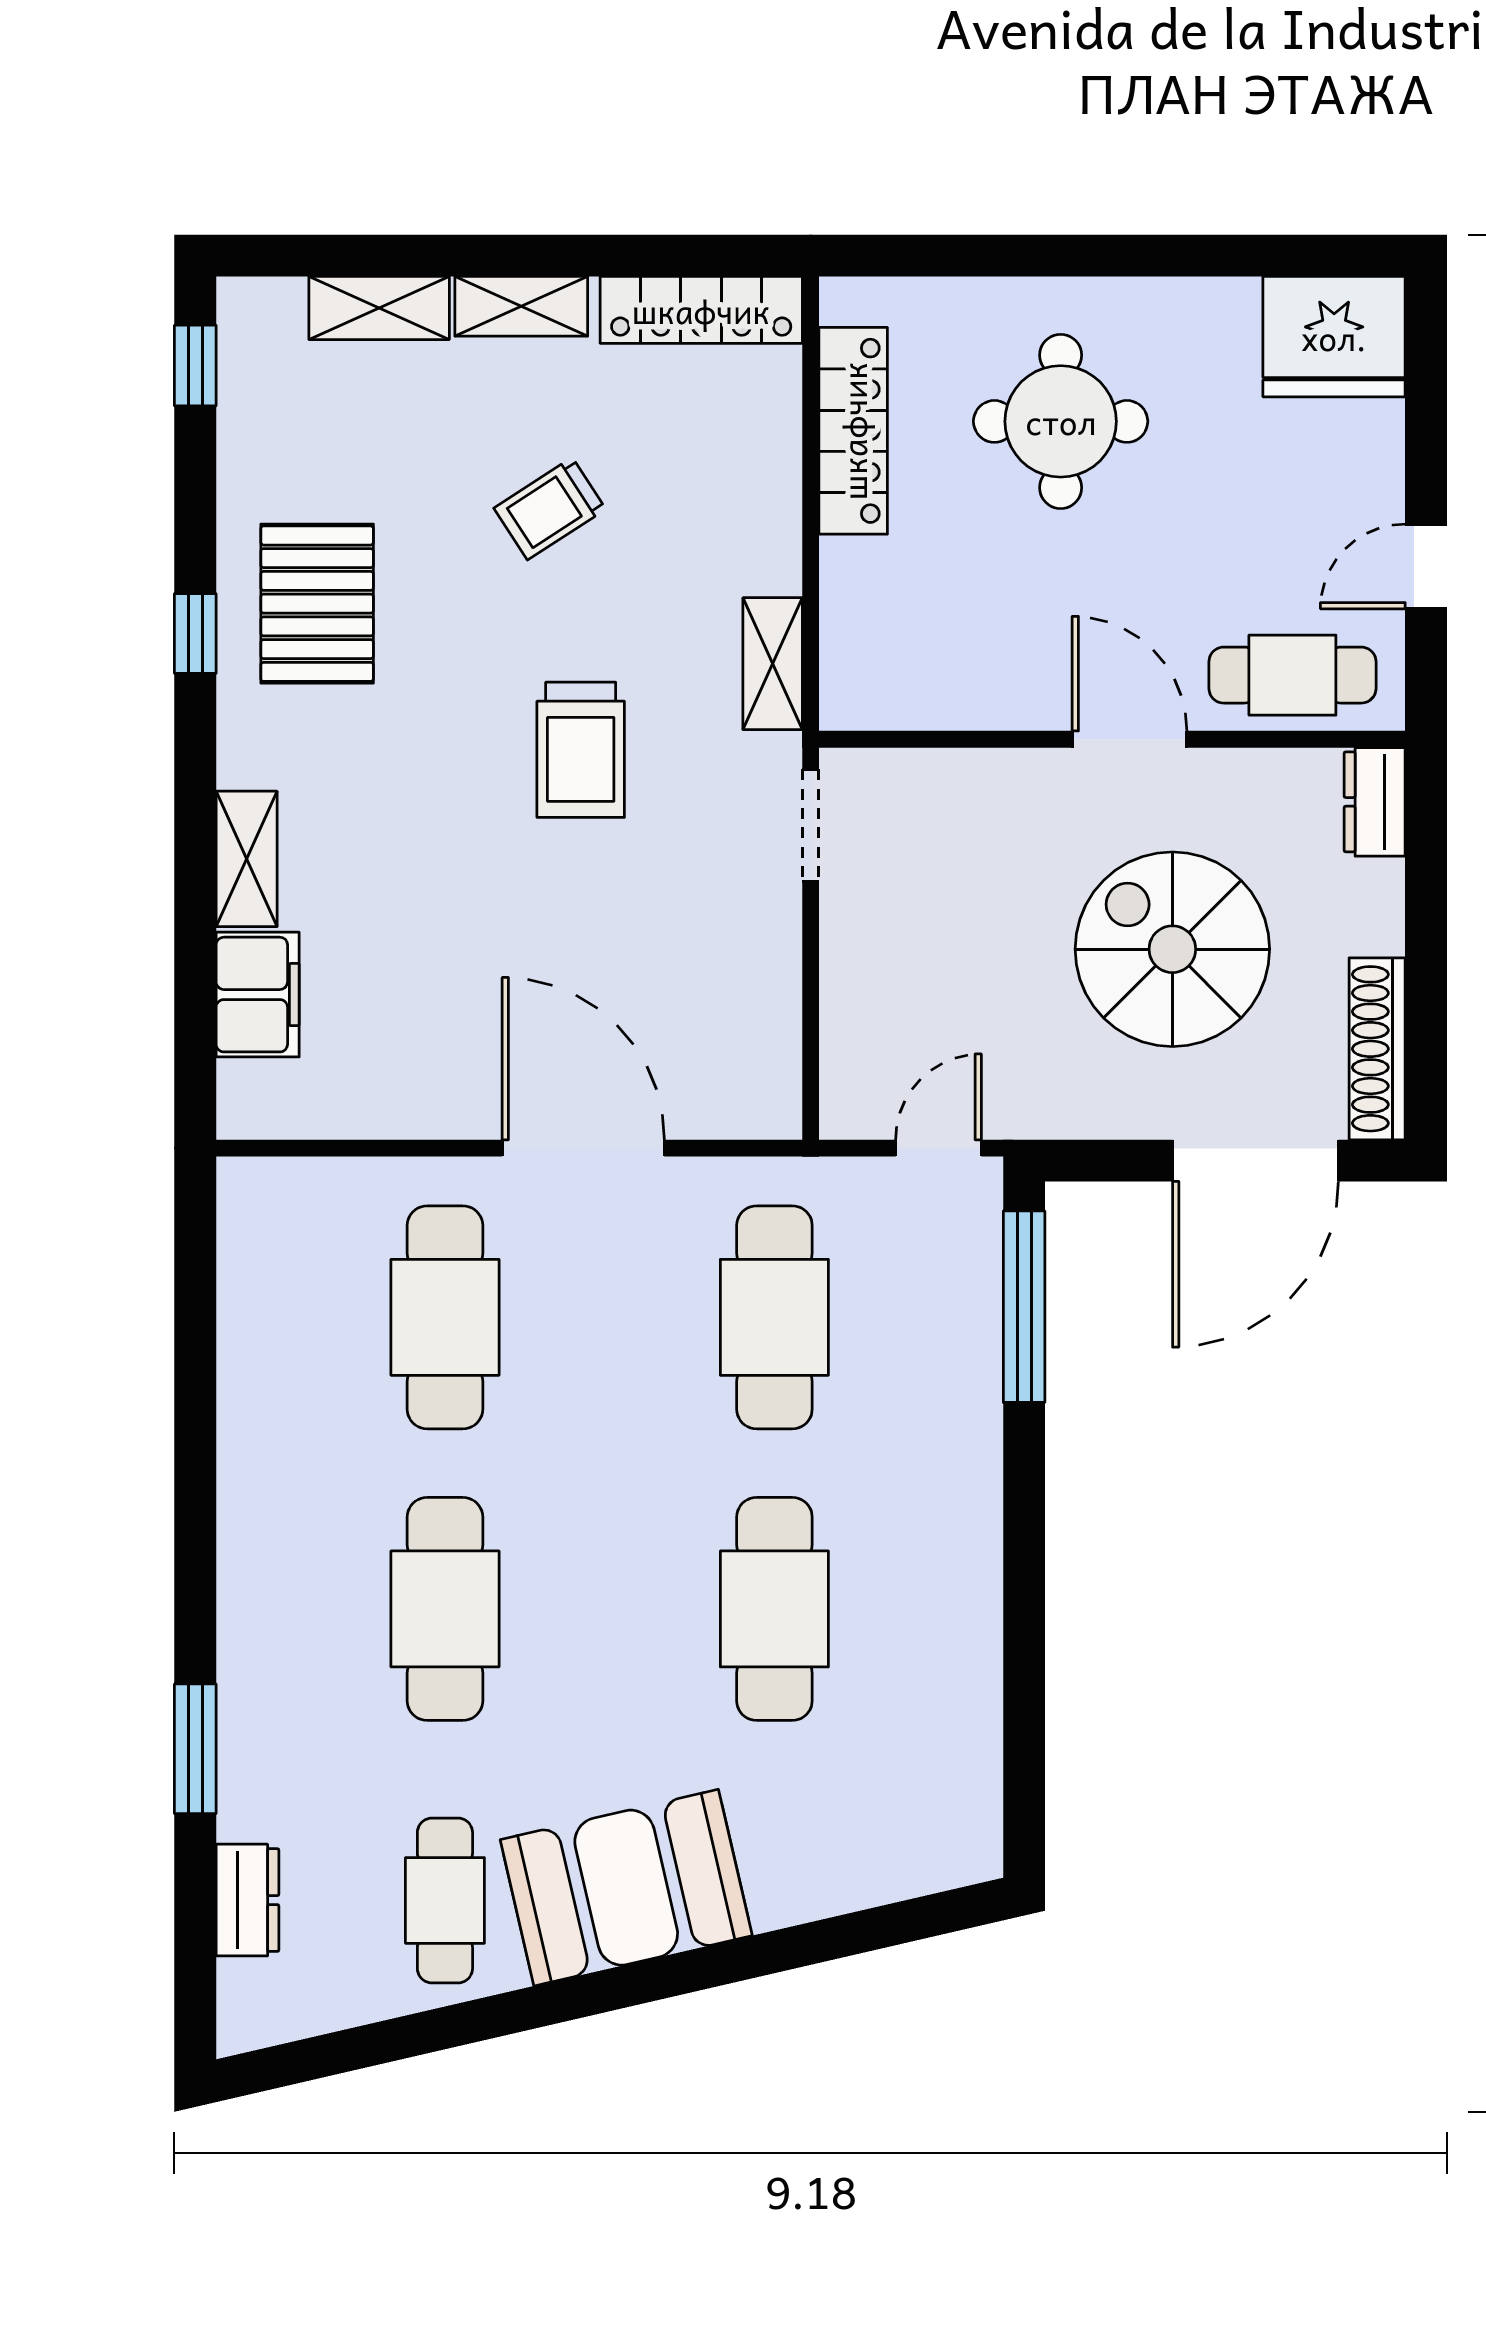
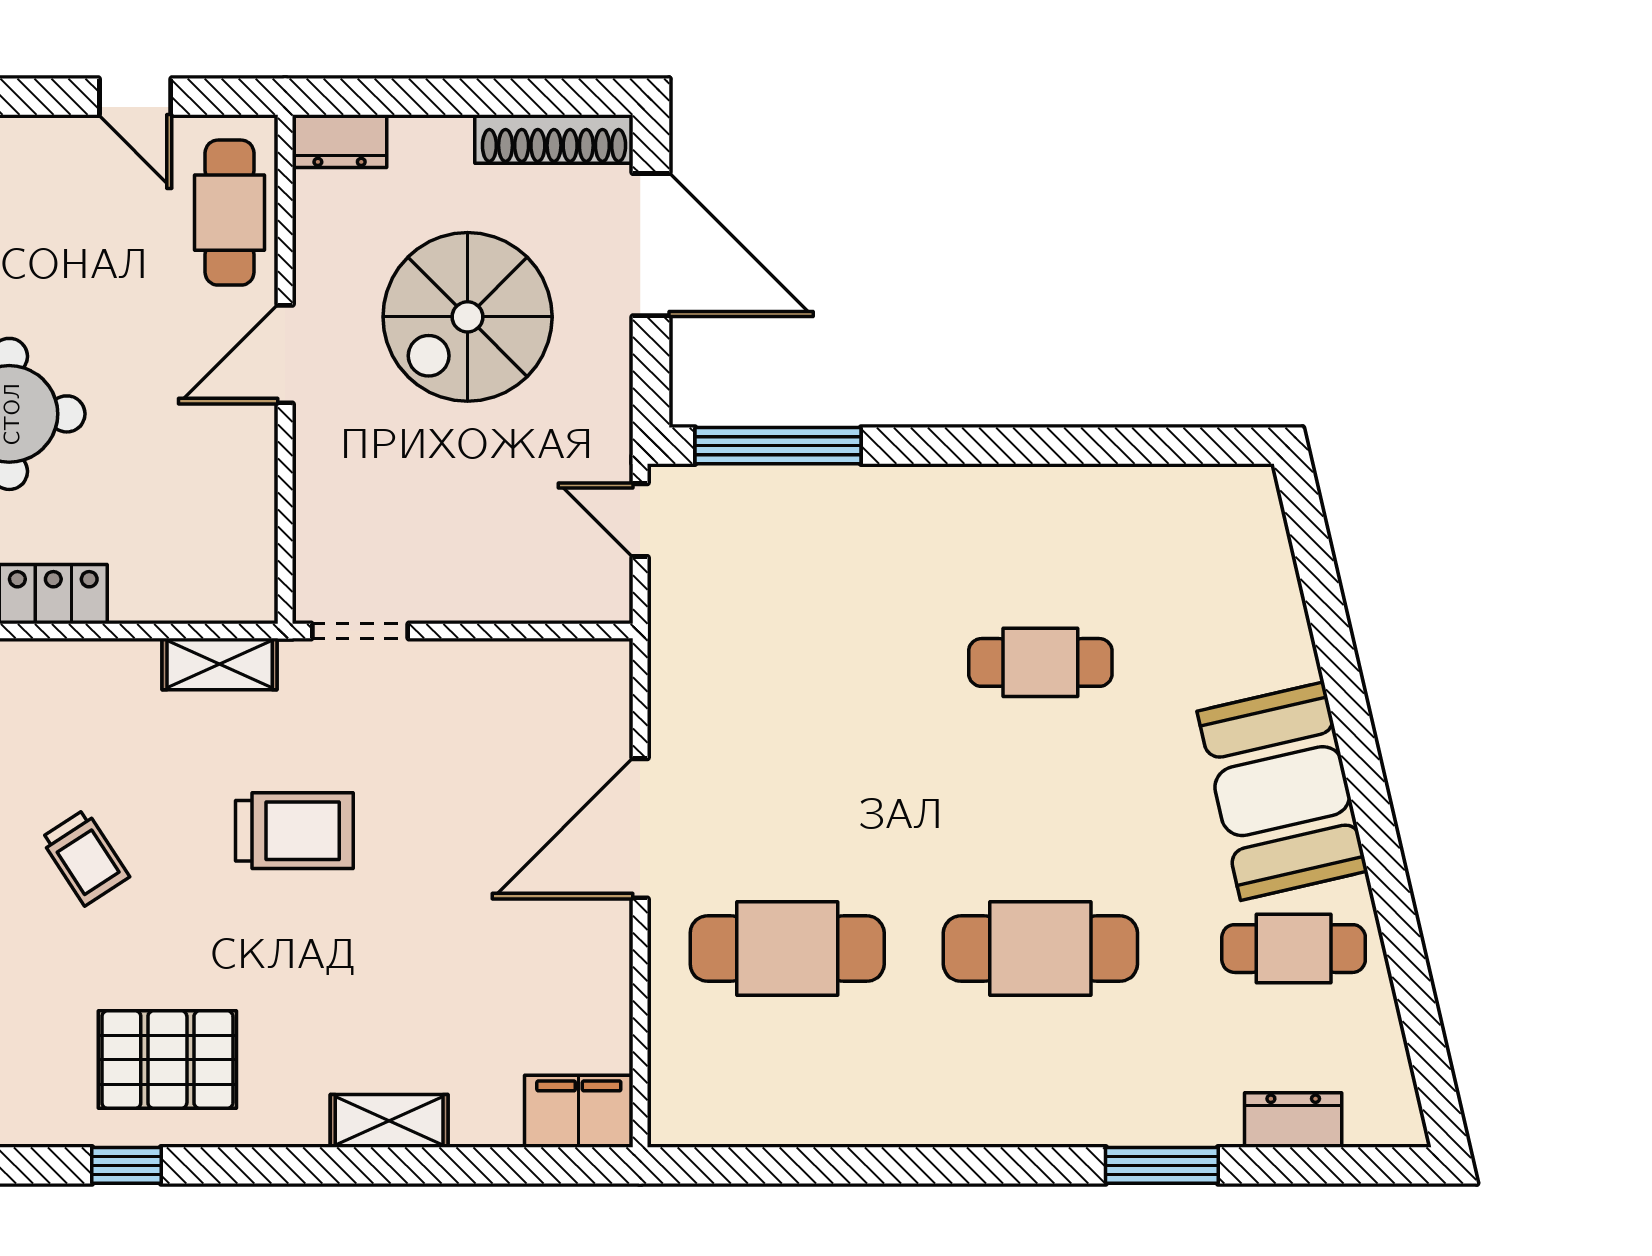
window: (195, 634) -> (126, 1165), moved
filing cabinet: (258, 995) -> (579, 1111), moved
cafe table: (774, 1317) -> (787, 662), removed
cafe table: (774, 1609) -> (1040, 662), width x0.73, depth x0.74

